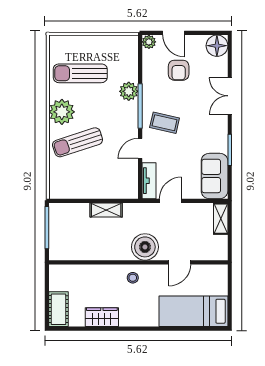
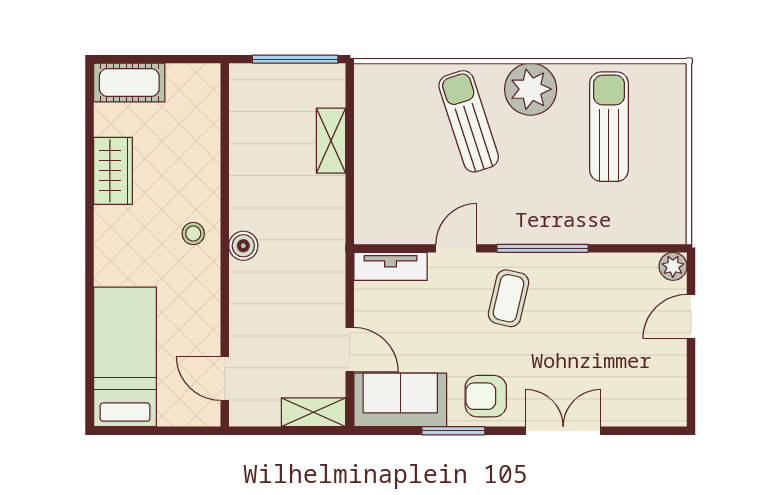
floor lamp: (217, 46) -> (665, 405), removed
armchair: (179, 70) -> (486, 396), moved
plant: (129, 91) -> (572, 225), removed
door: (140, 148) -> (456, 248), hinge flipped
door: (170, 201) -> (350, 350), moved
shelving: (106, 210) -> (331, 141), moved
boiler: (145, 247) -> (243, 246), width x0.54, depth x0.54
door: (180, 262) -> (225, 378), moved

